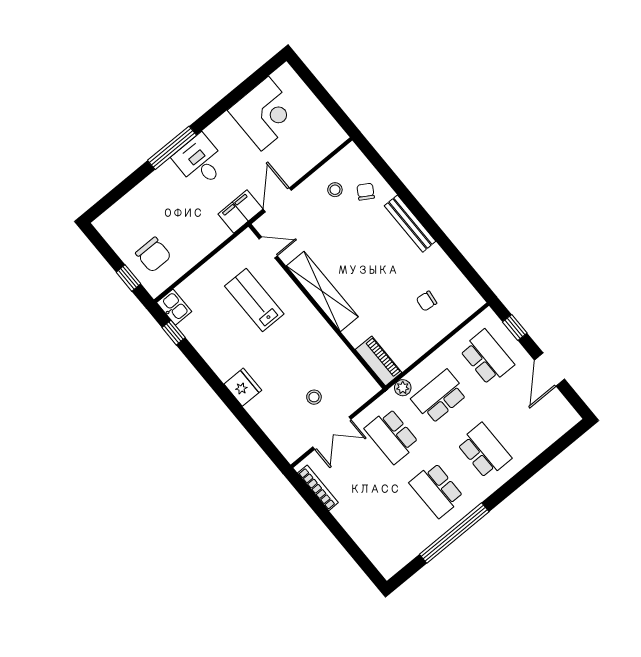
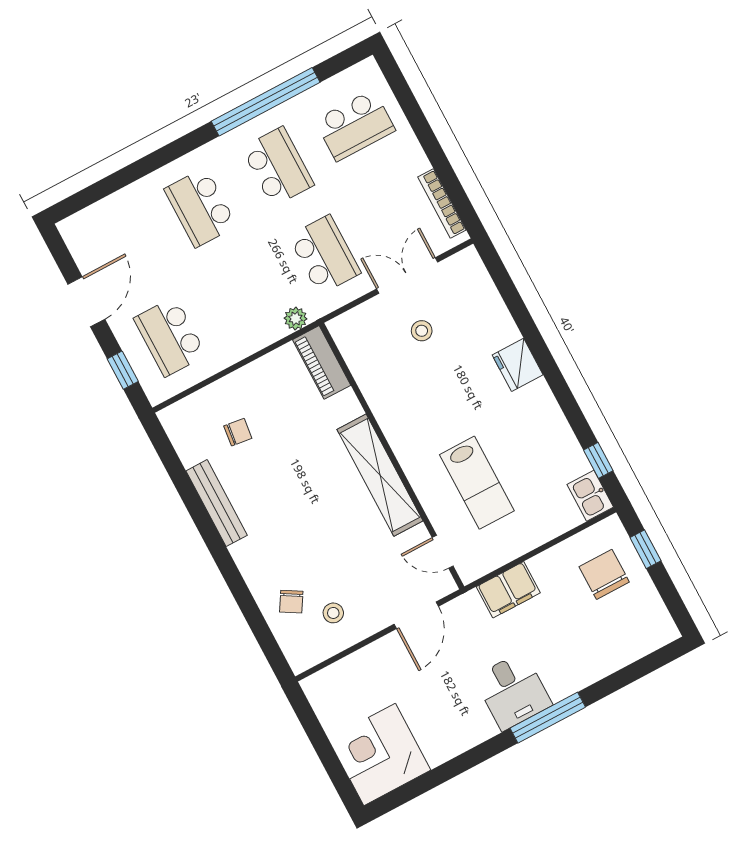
corner desk: (265, 114) -> (380, 754), moved
filing cabinet: (240, 211) -> (508, 590), moved
bench: (410, 224) -> (217, 503), moved
school desk: (439, 397) -> (355, 125), moved

